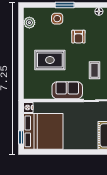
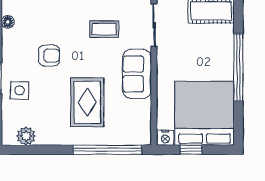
window: (21, 72) -> (107, 150), added
window: (21, 137) -> (191, 150), moved
window: (71, 152) -> (238, 67), added

